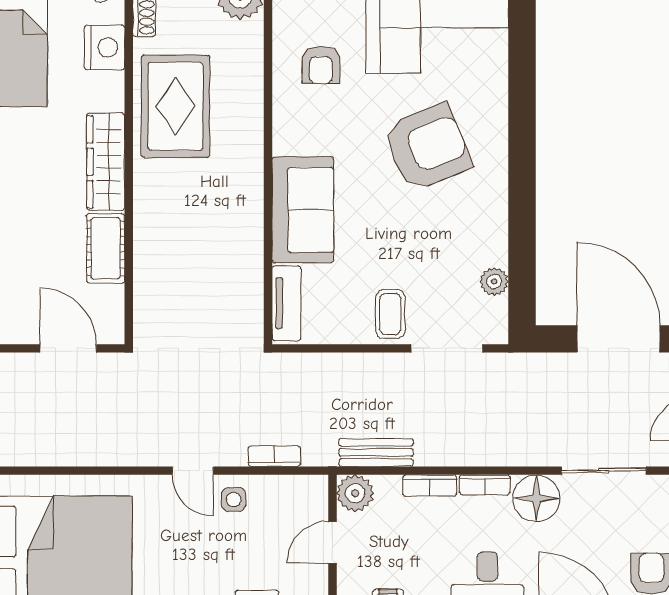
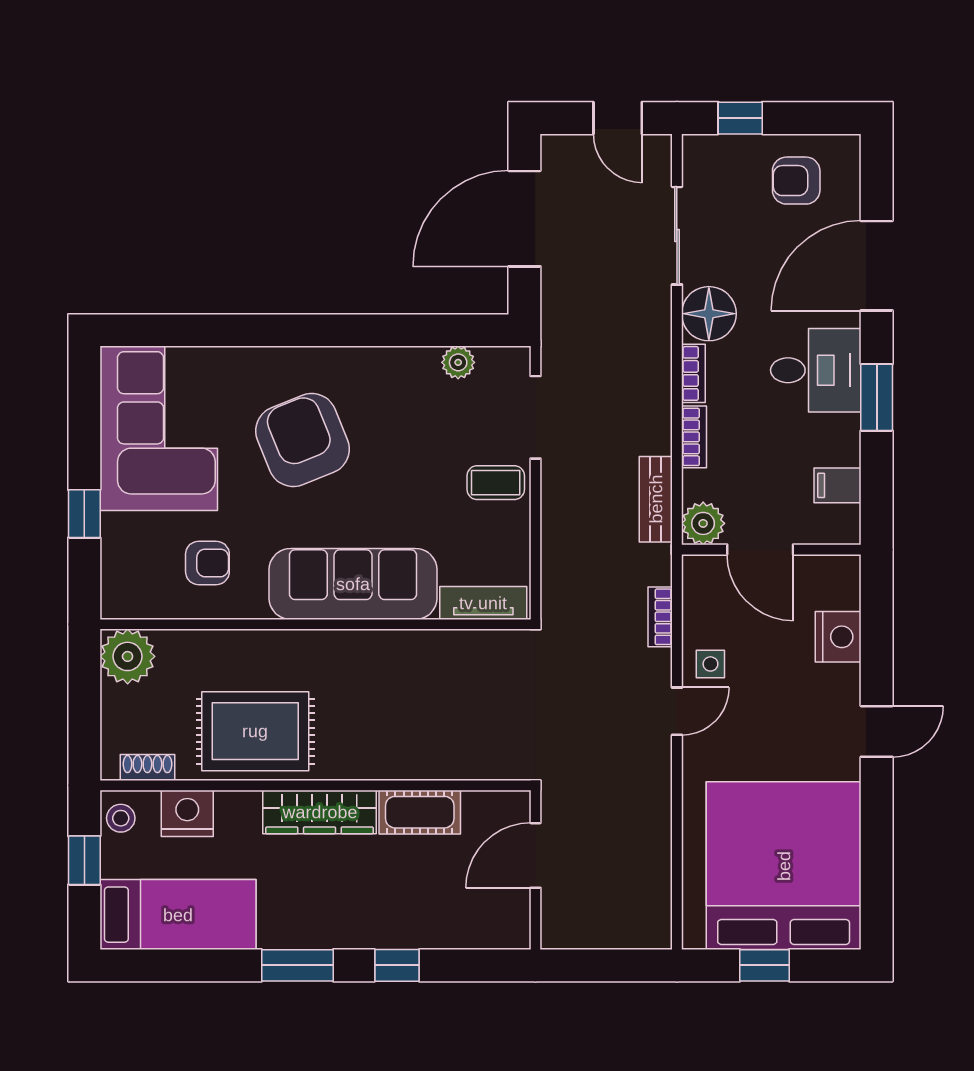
sofa: (303, 210) -> (353, 584), width x1.36
door: (332, 542) -> (760, 550), width x1.38

